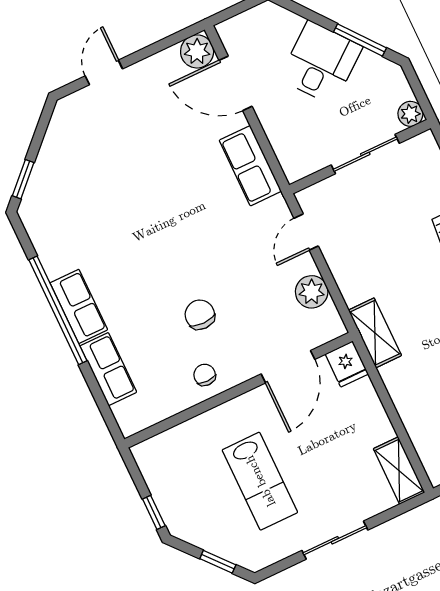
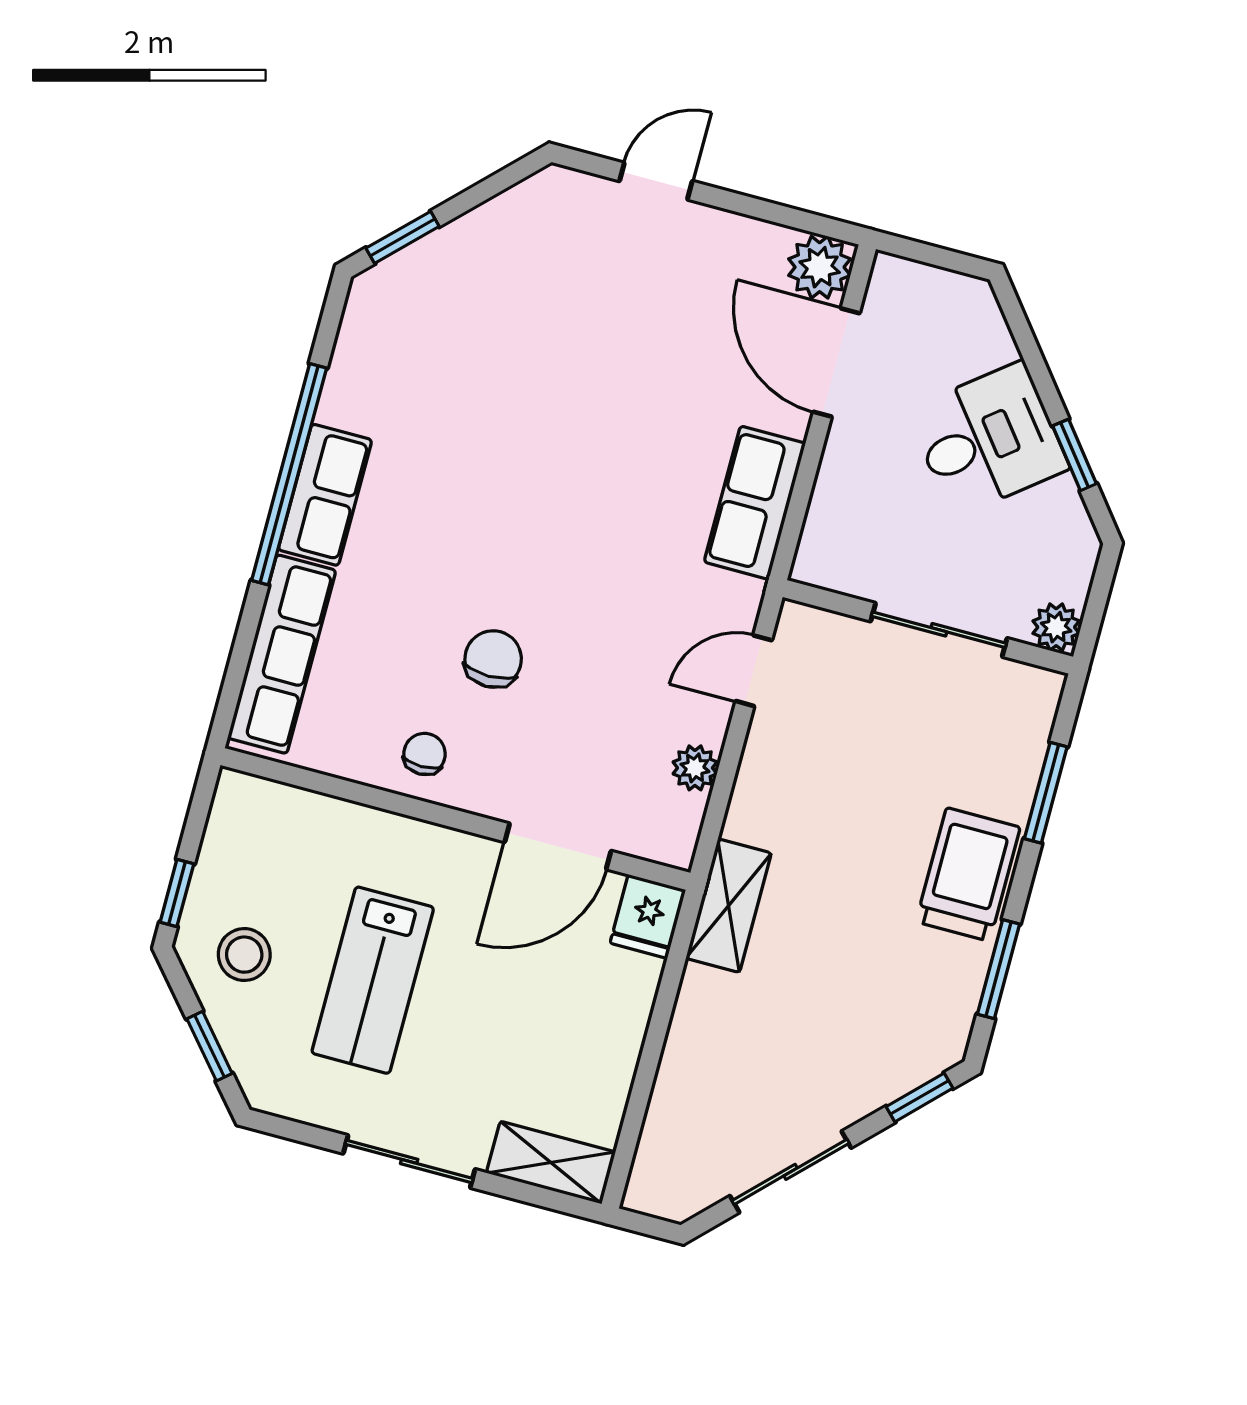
window: (360, 40) -> (1074, 455), width x0.67
plant: (312, 292) -> (695, 768), width x0.73, depth x0.73
row of seats: (108, 369) -> (282, 654), width x1.48
shelving: (399, 471) -> (551, 1163), moved, turned 90
stool: (201, 514) -> (244, 955), added

